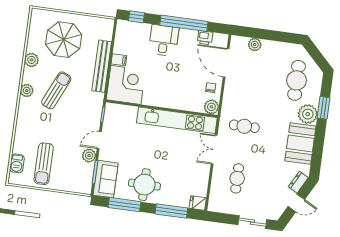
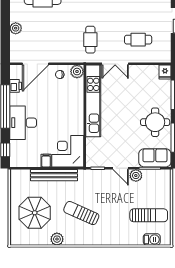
desk: (164, 40) -> (23, 123), width x1.37
plant: (255, 45) -> (16, 28), moved
plant: (27, 90) -> (85, 240), removed

